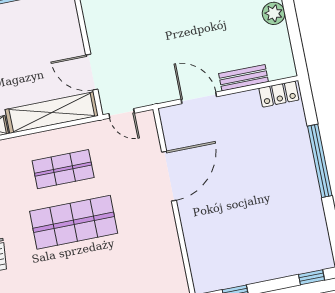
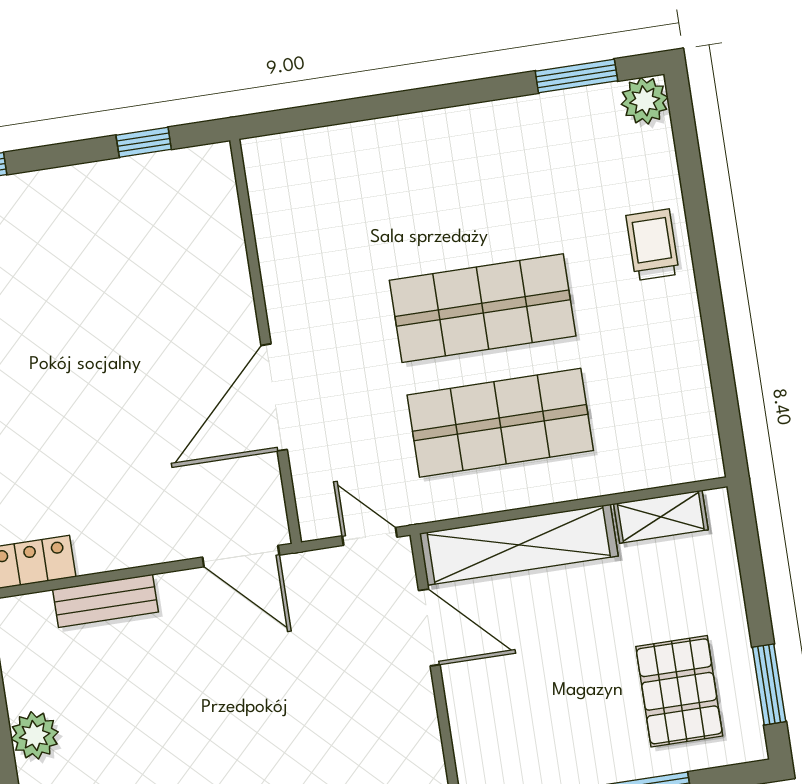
door: (199, 98) -> (241, 556), moved
shop shelf: (63, 169) -> (500, 423), width x1.43, depth x1.36

